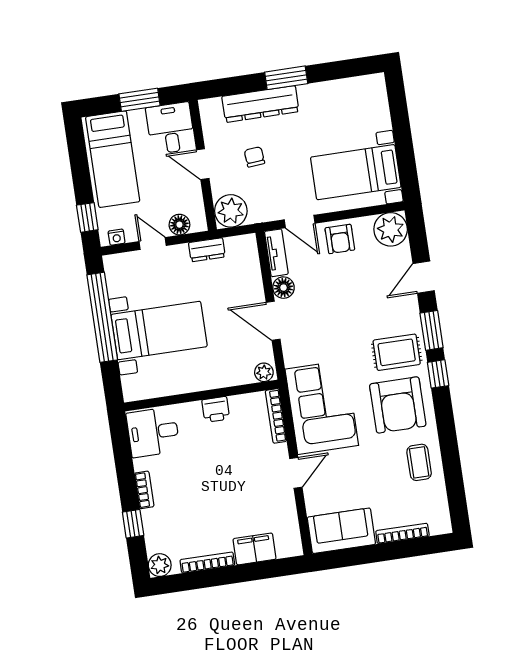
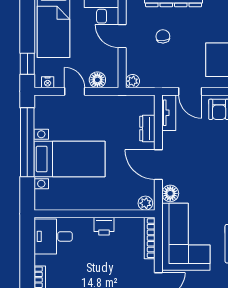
plant: (231, 211) -> (133, 81), width x0.53, depth x0.53
dresser: (207, 250) -> (147, 129), moved, turned 90
floor lamp: (284, 288) -> (170, 193), moved

